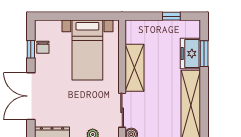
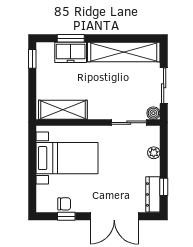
window: (171, 16) -> (32, 59), moved
shelving: (135, 68) -> (63, 110), moved

